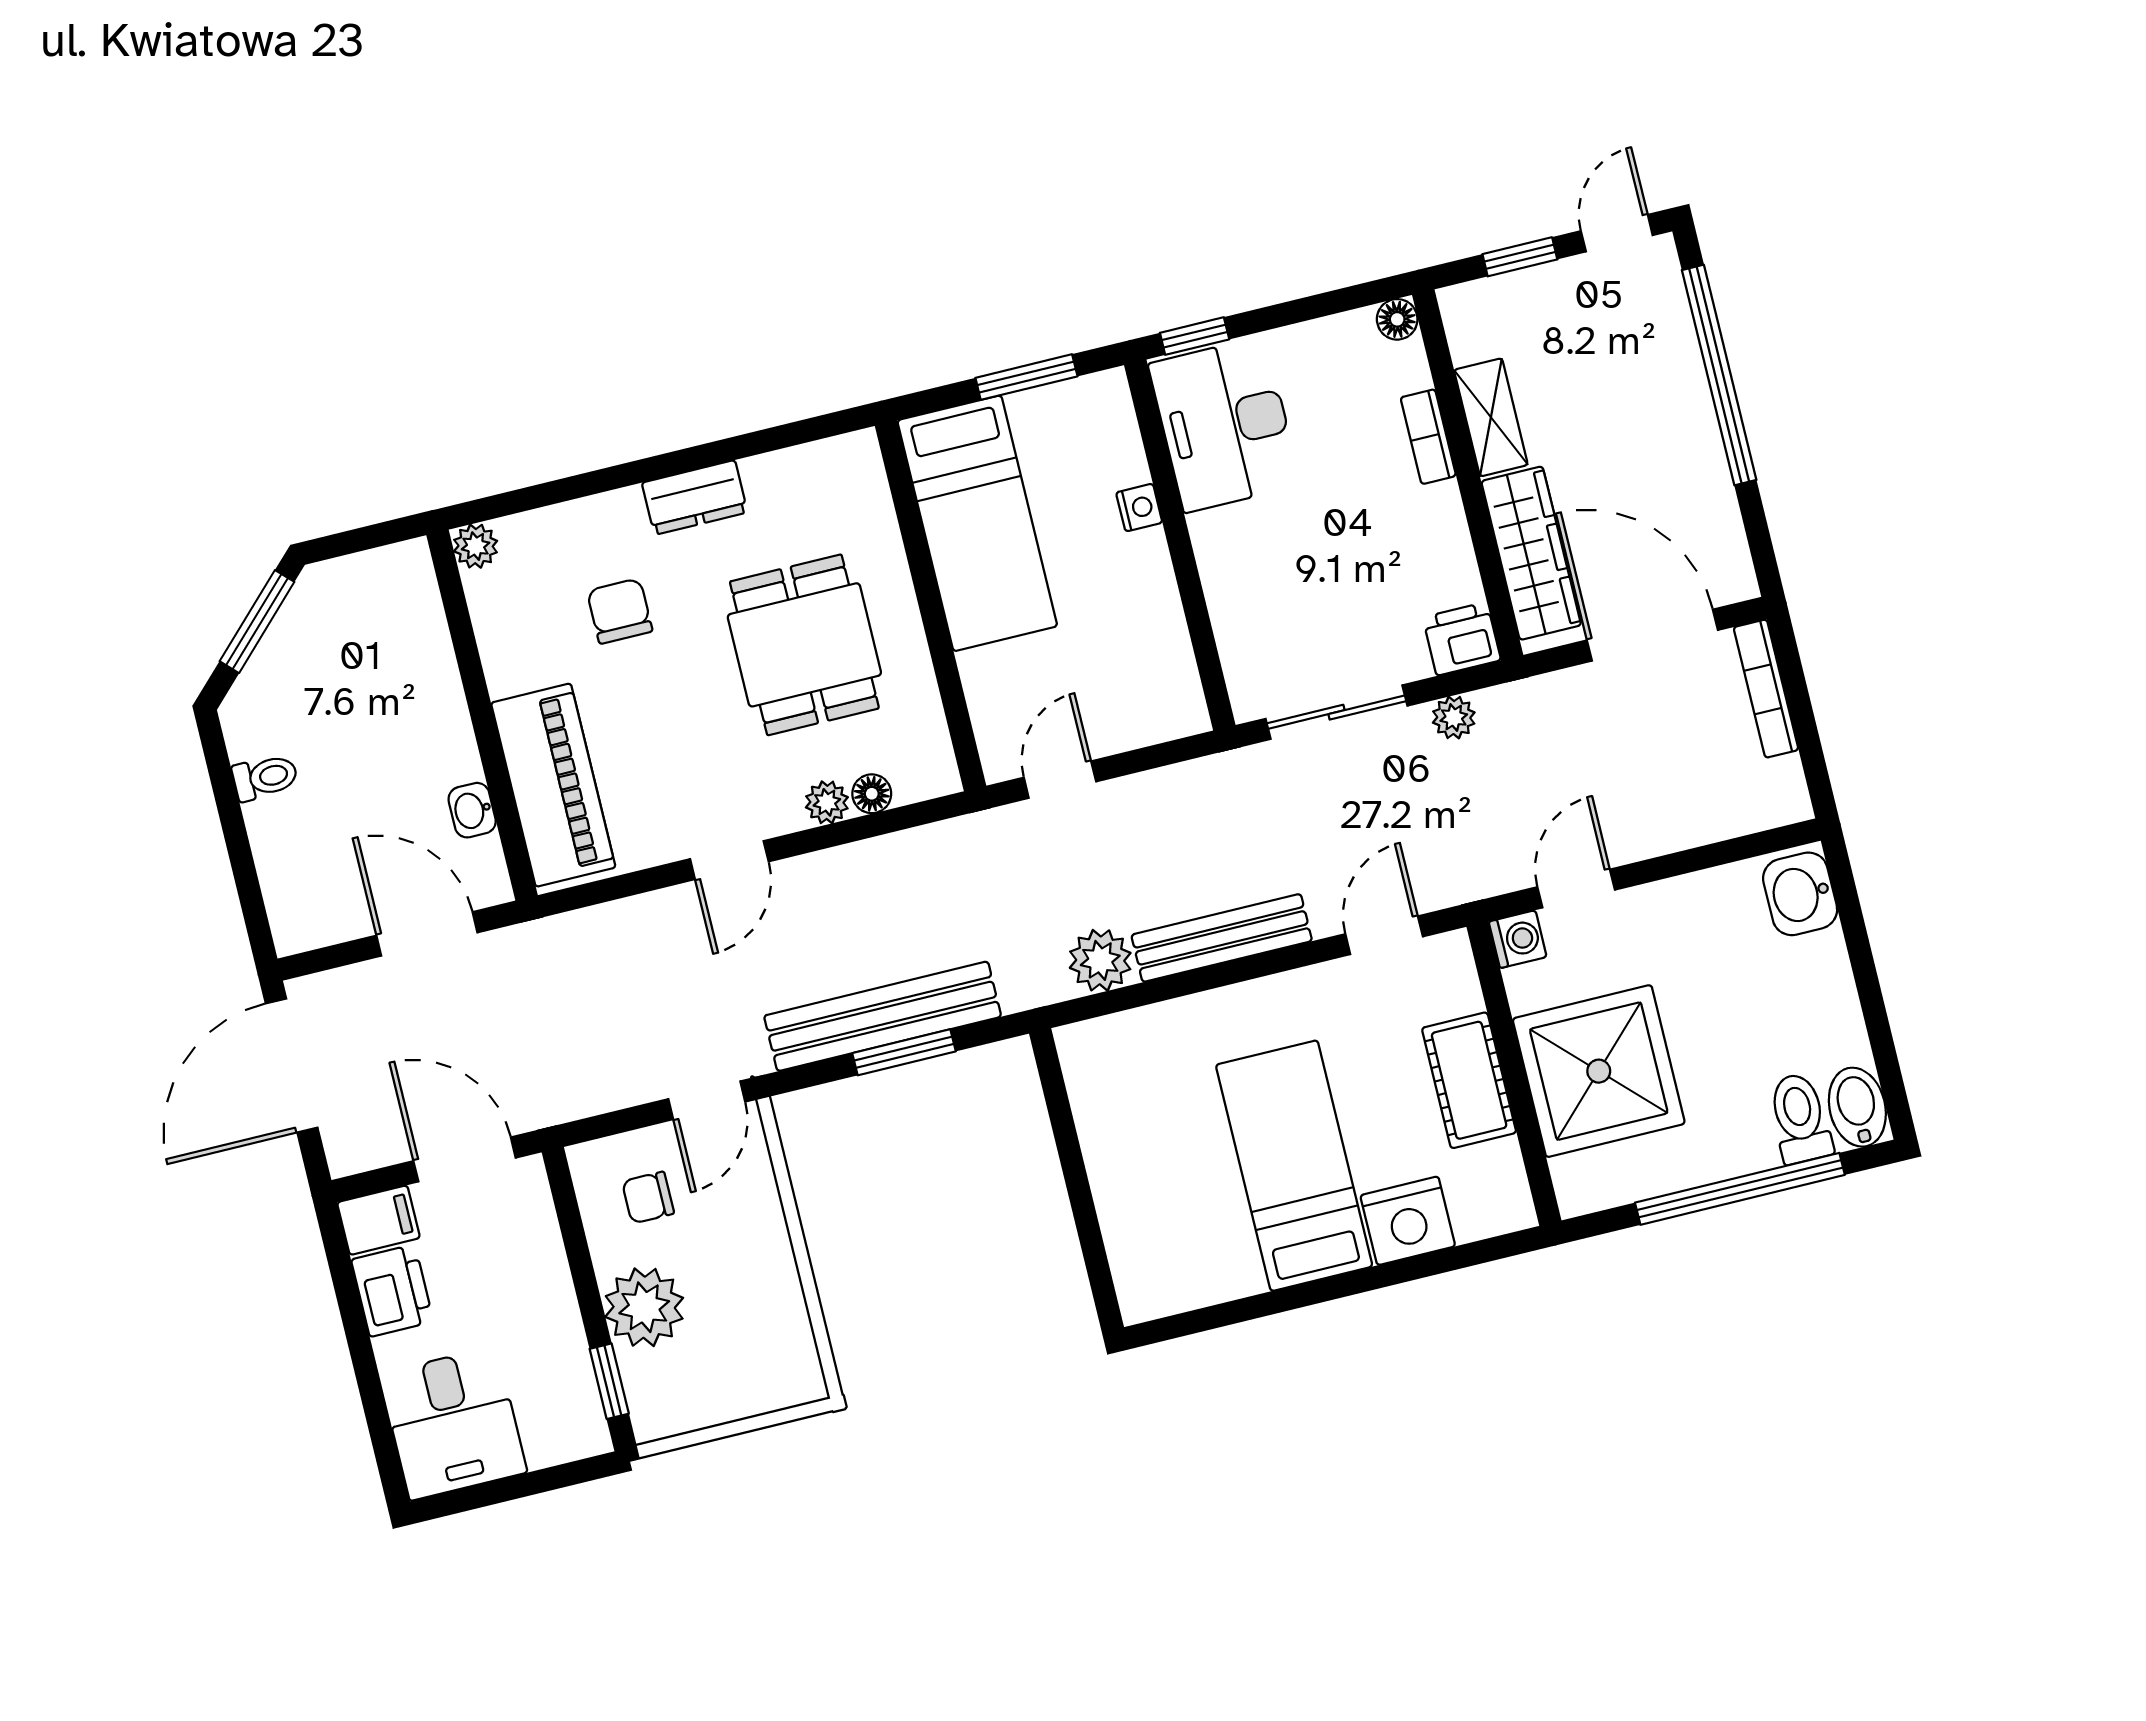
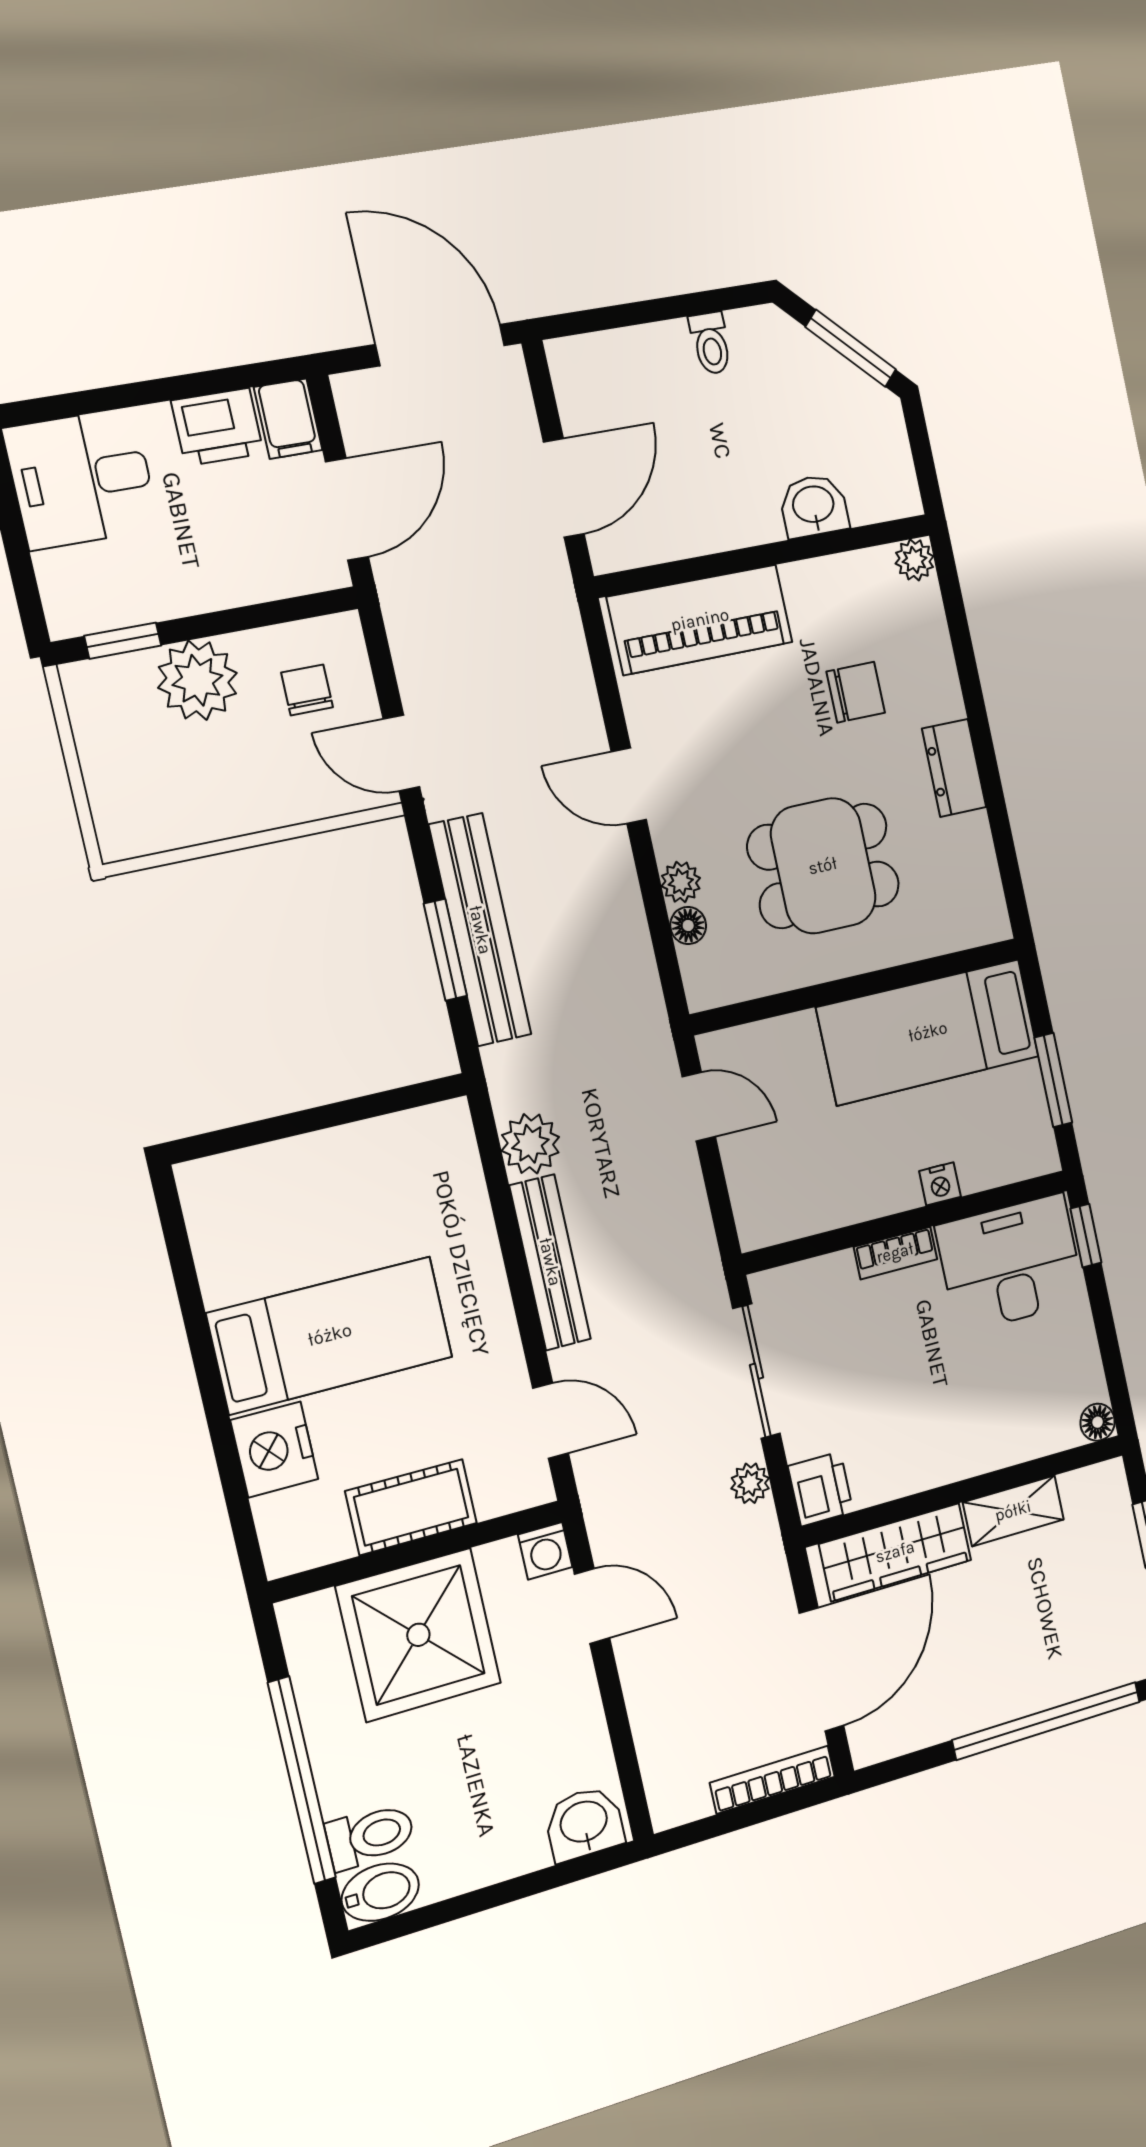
bookcase: (1428, 437) -> (895, 1253), moved, turned 180
washbasin: (472, 810) -> (814, 506), moved, width x1.38, depth x1.45

